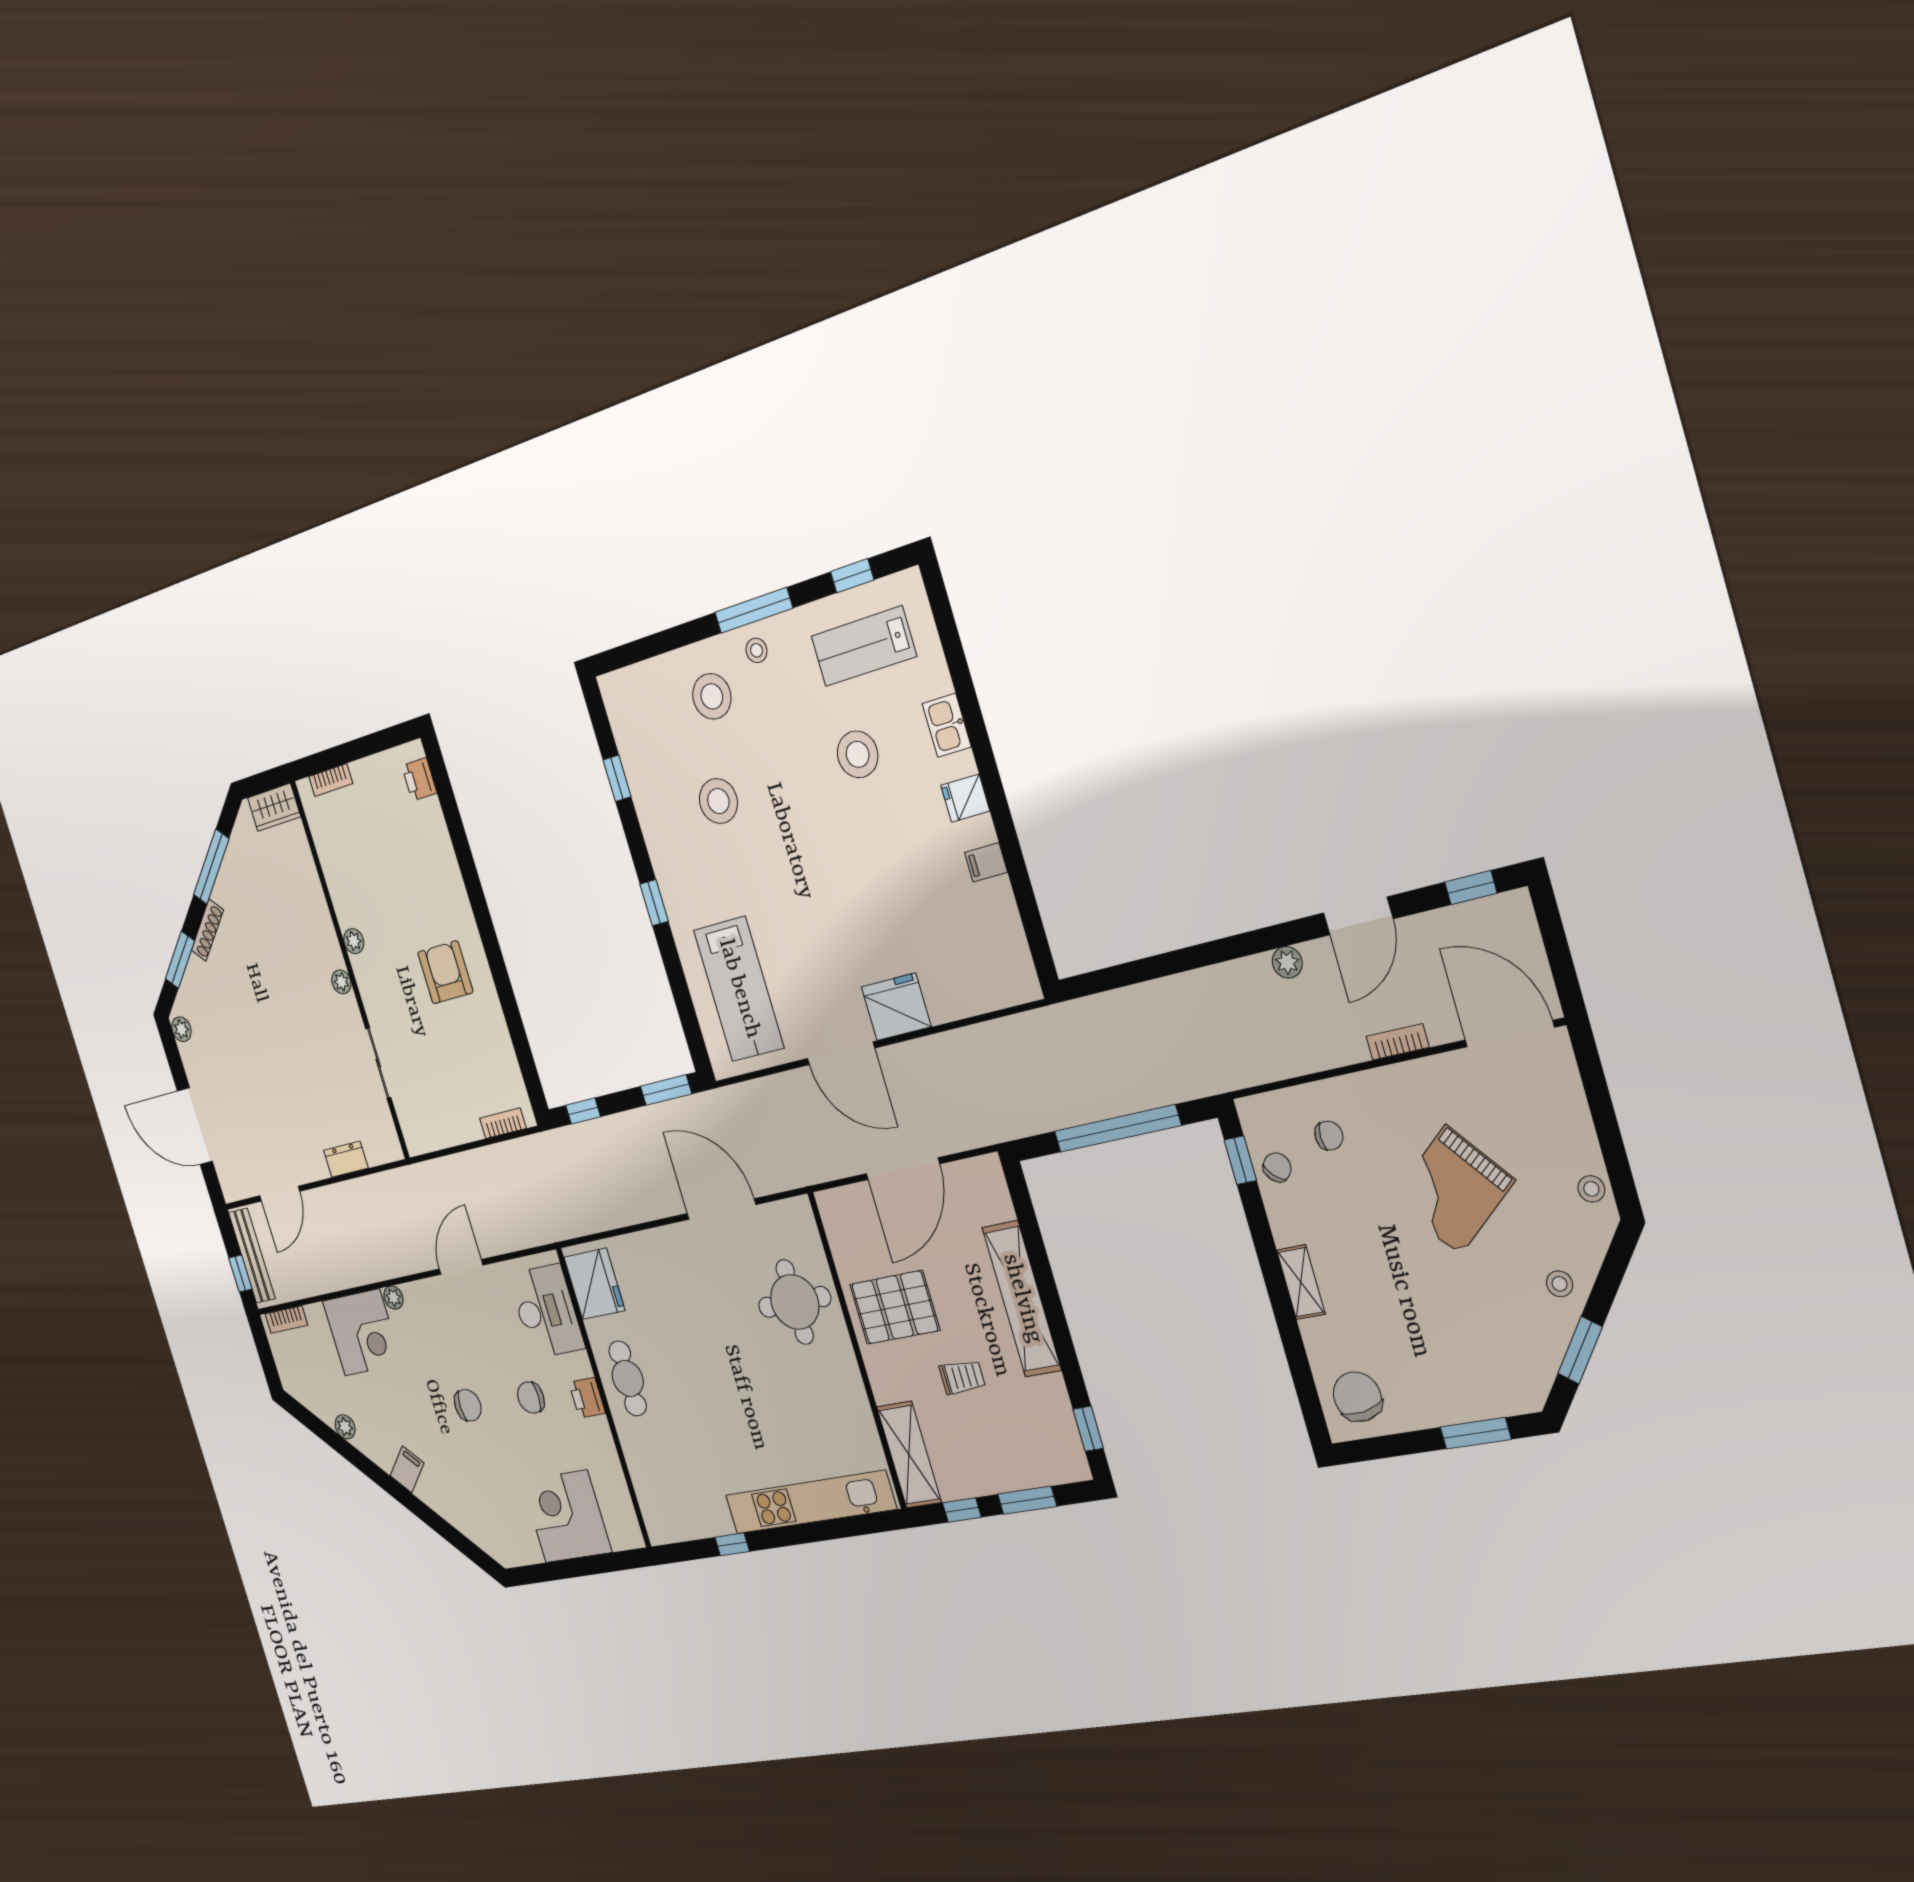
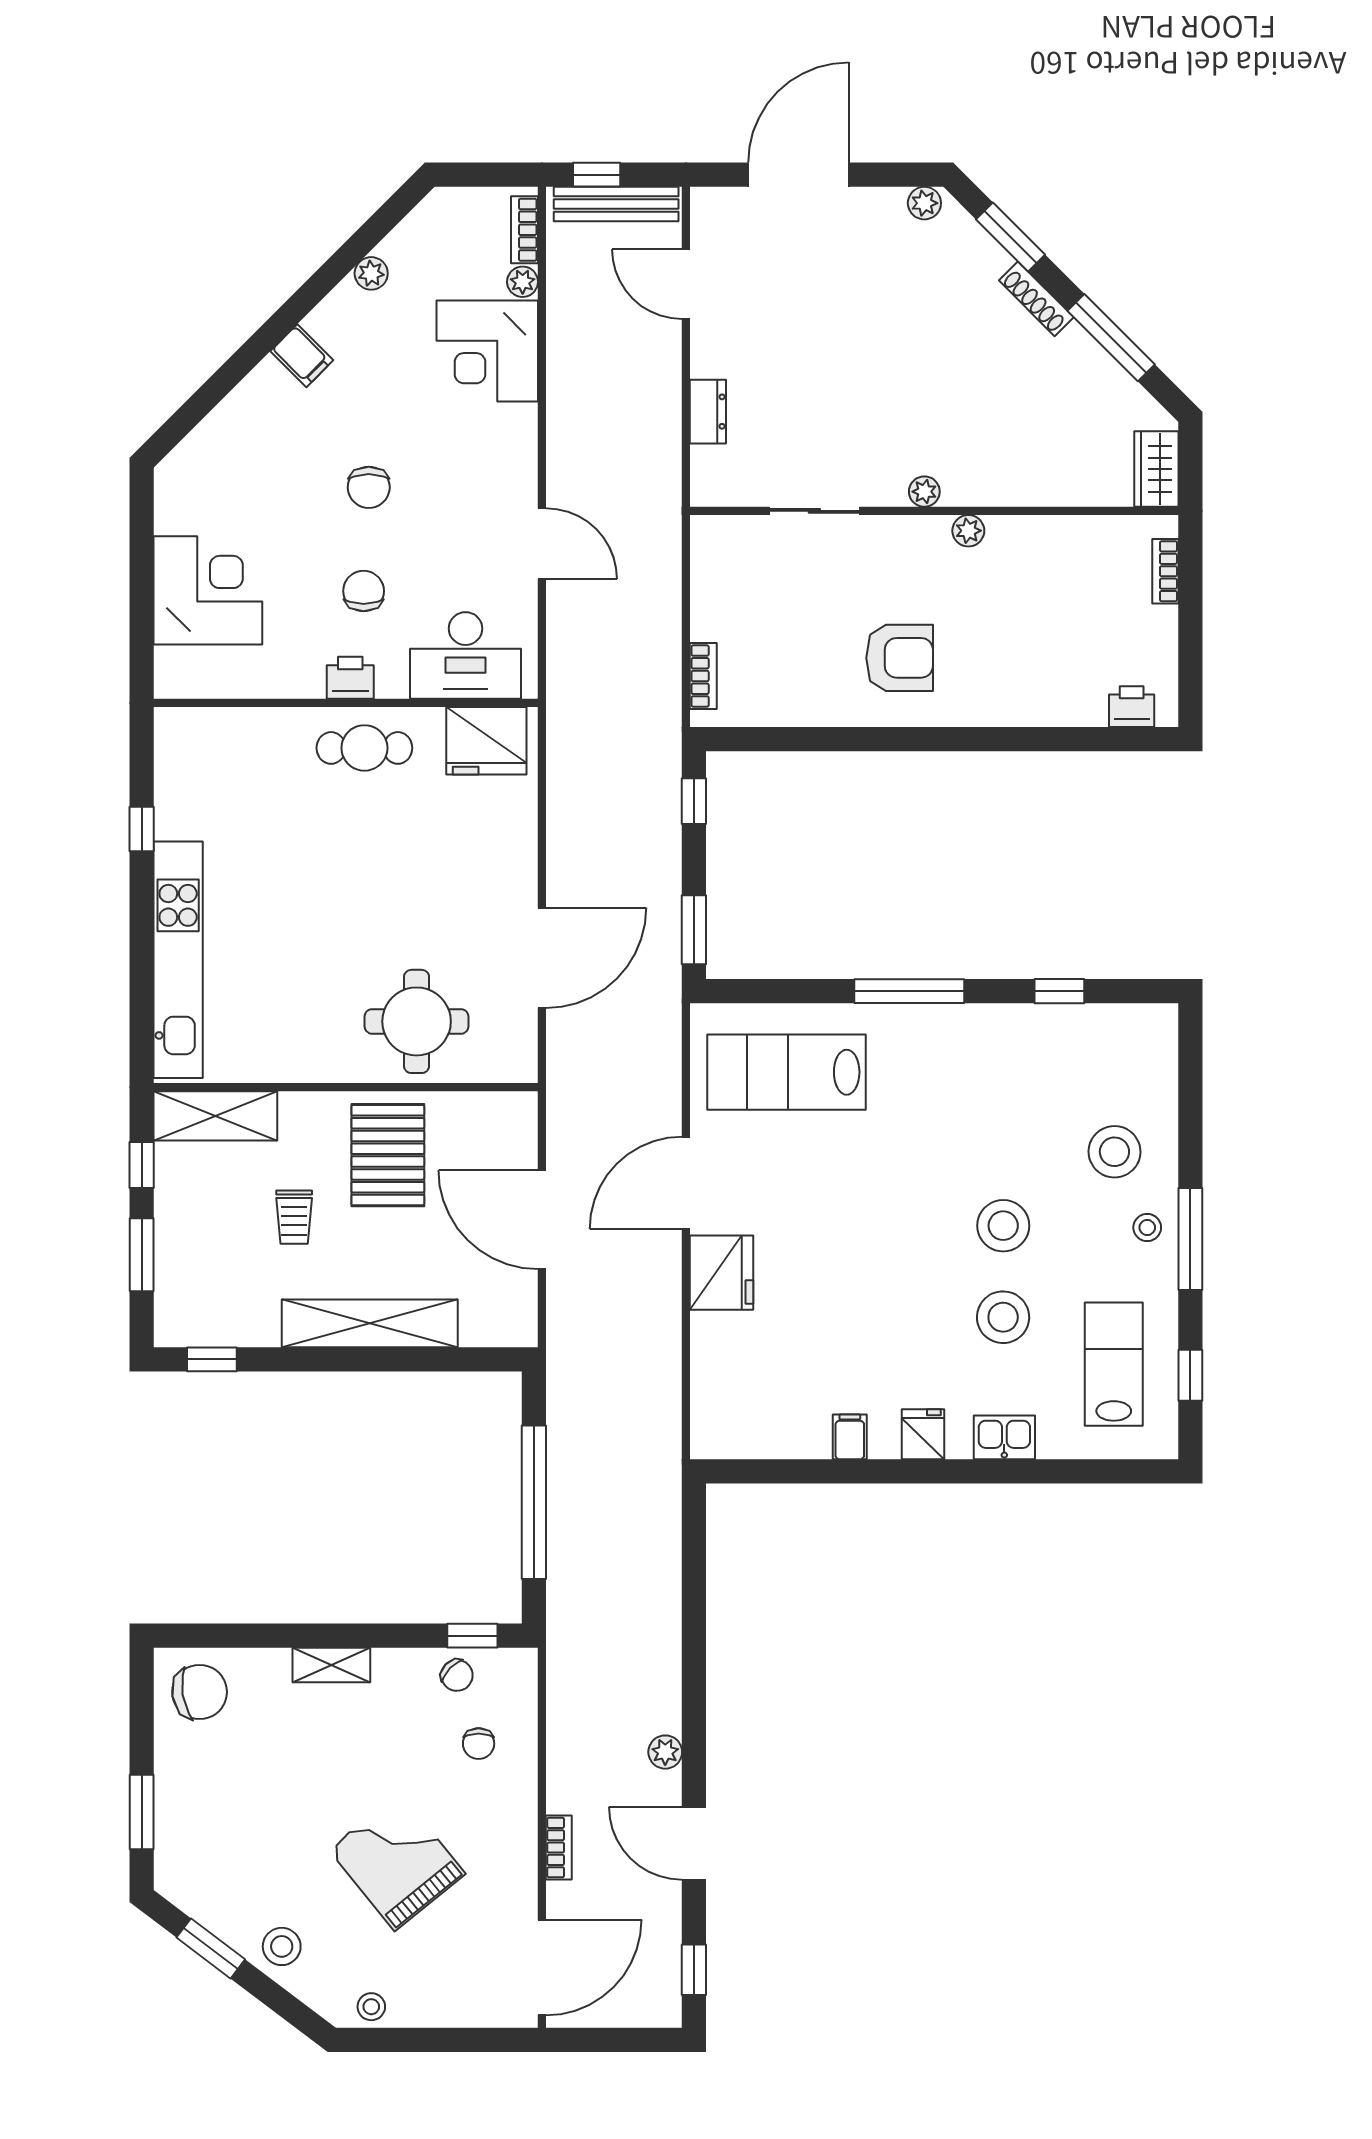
stool: (718, 801) -> (1003, 1226), moved
window: (654, 903) -> (909, 991), width x2.17
stool: (1560, 1284) -> (282, 1946), width x1.37, depth x1.37
plant: (393, 1298) -> (523, 282), moved

